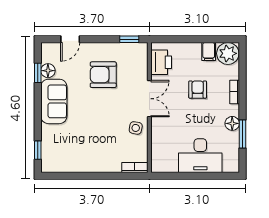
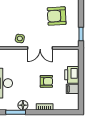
plant: (228, 53) -> (71, 102), removed
printer: (161, 62) -> (72, 75), moved, turned 90
armchair: (103, 75) -> (57, 16), turned -93

